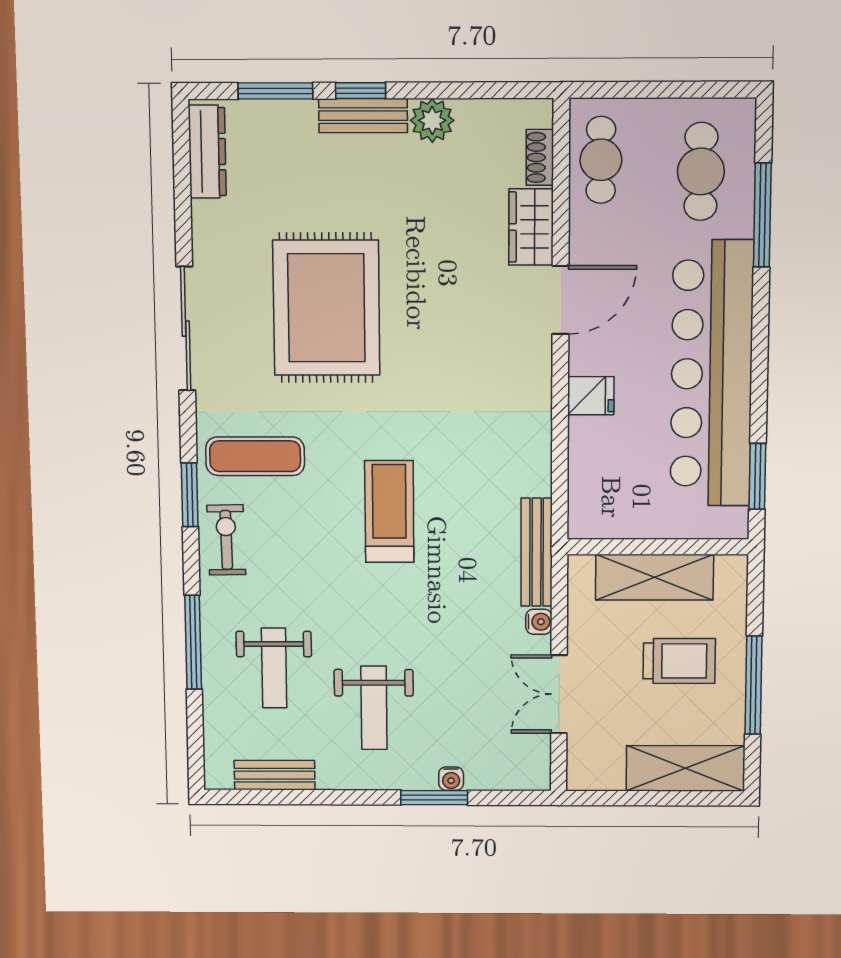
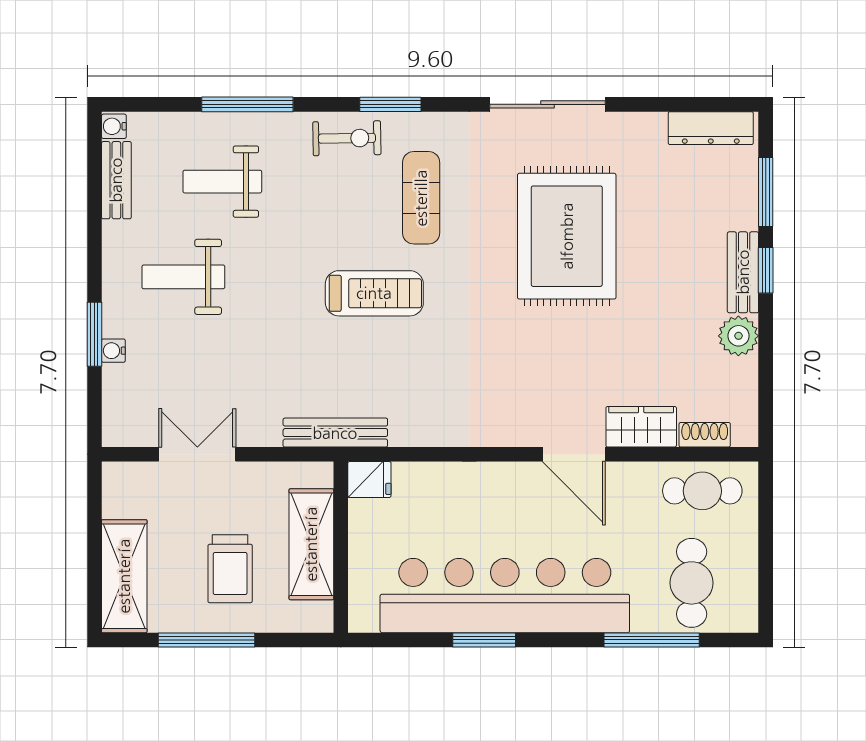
cafe table: (701, 171) -> (692, 583), turned 90
rug: (326, 308) -> (567, 236), turned 90
fridge: (591, 396) -> (369, 479), moved, turned -90
exercise mat: (255, 456) -> (421, 198), moved
window: (757, 476) -> (484, 640), moved
water cooler: (539, 622) -> (114, 126), moved, turned 90

